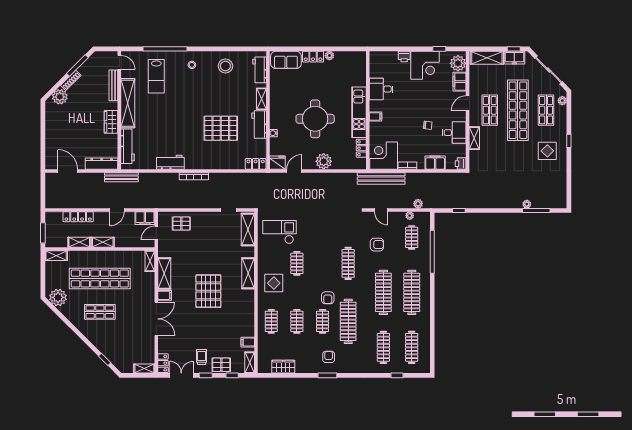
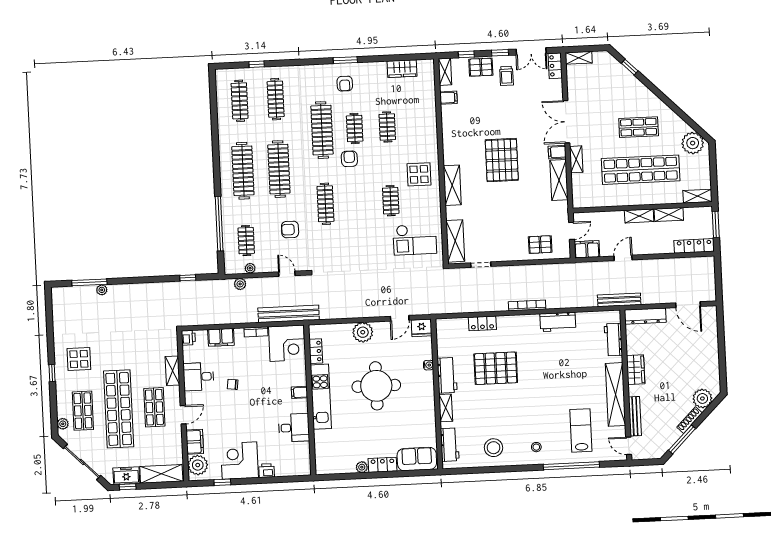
workbench: (128, 146) -> (613, 340), width x0.73
locker: (256, 164) -> (482, 323), moved
locker: (78, 217) -> (694, 246), moved
shelving: (150, 261) -> (576, 159), moved
clothes rail: (271, 321) -> (420, 125), removed

